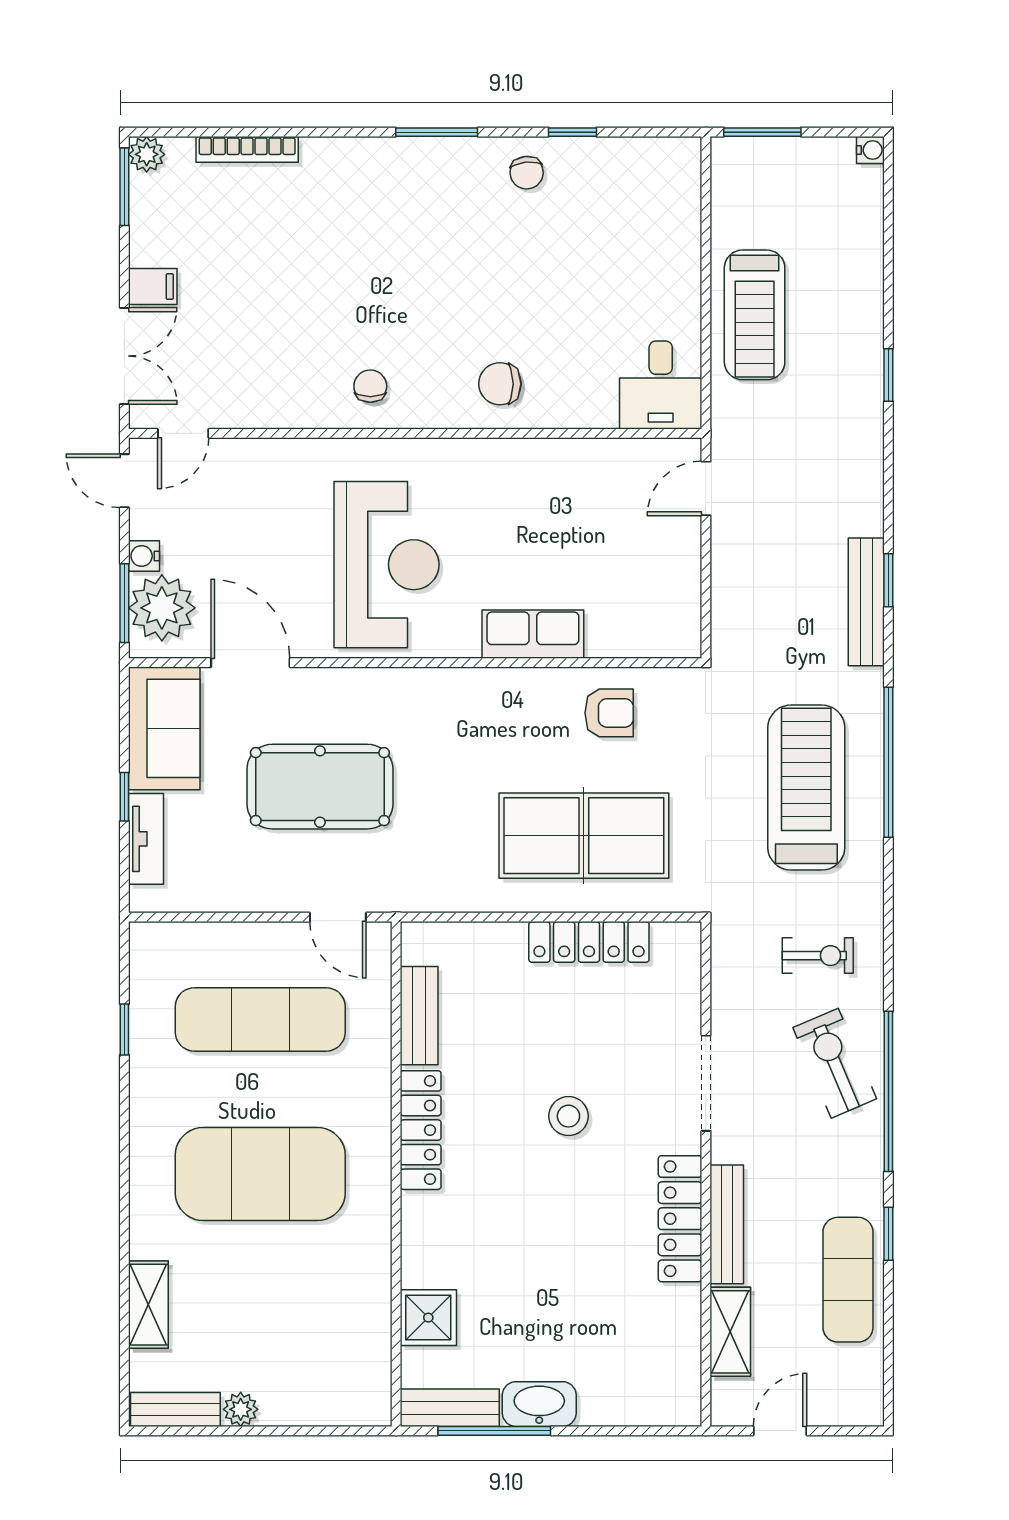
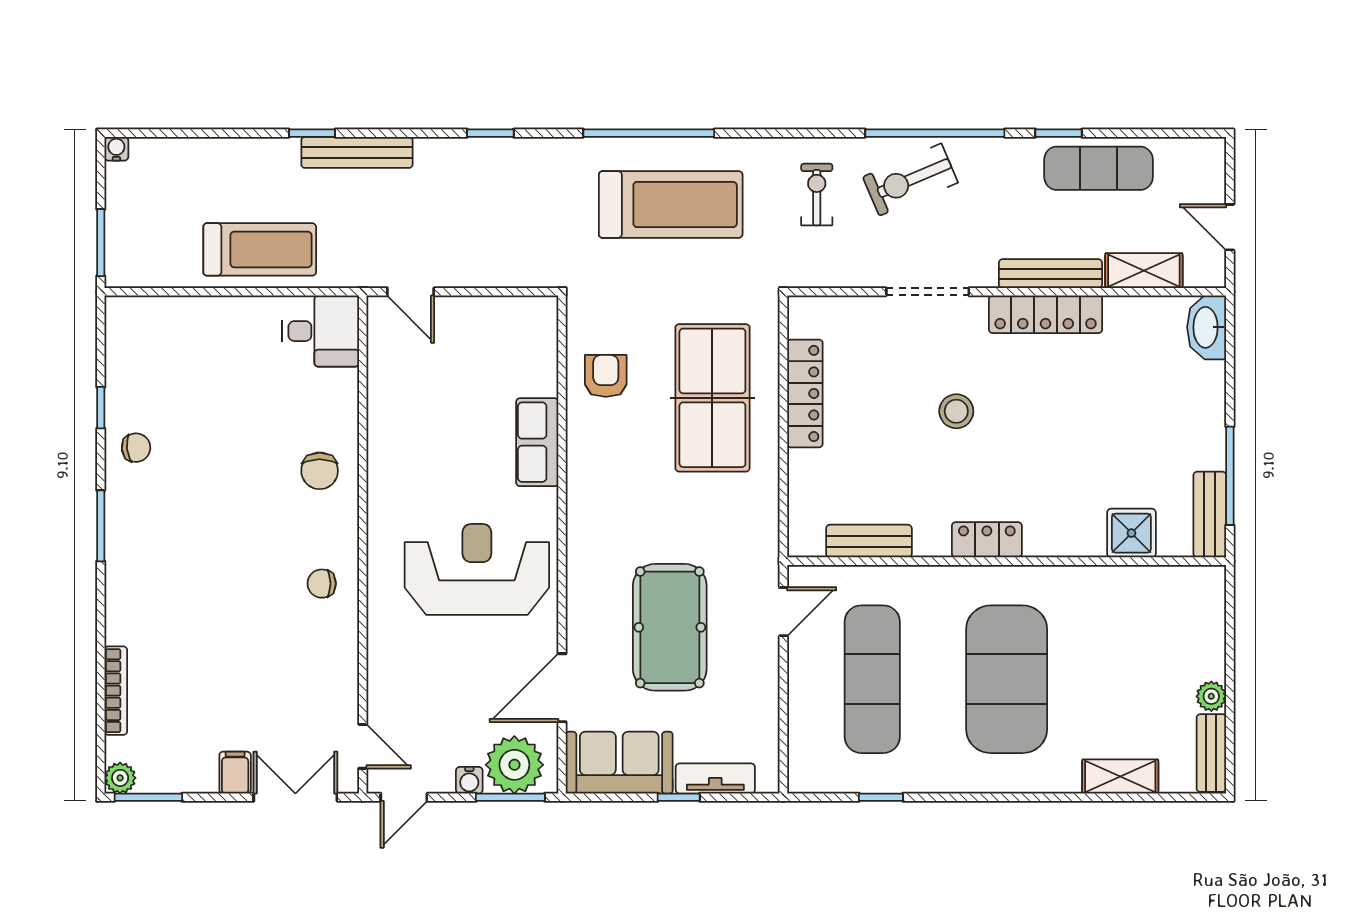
bench: (866, 602) -> (357, 152), moved
treadmill: (806, 788) -> (671, 204), turned 180
locker: (421, 1130) -> (987, 540), width x0.66
washbasin: (539, 1404) -> (1207, 327), moved

